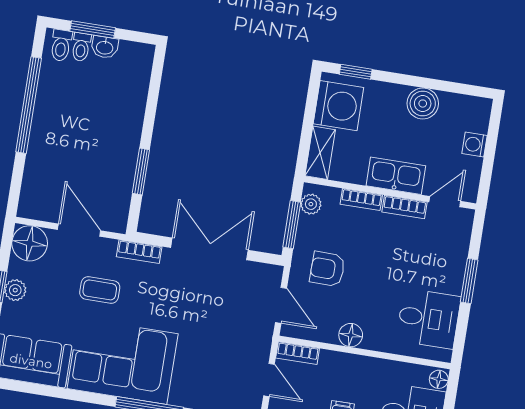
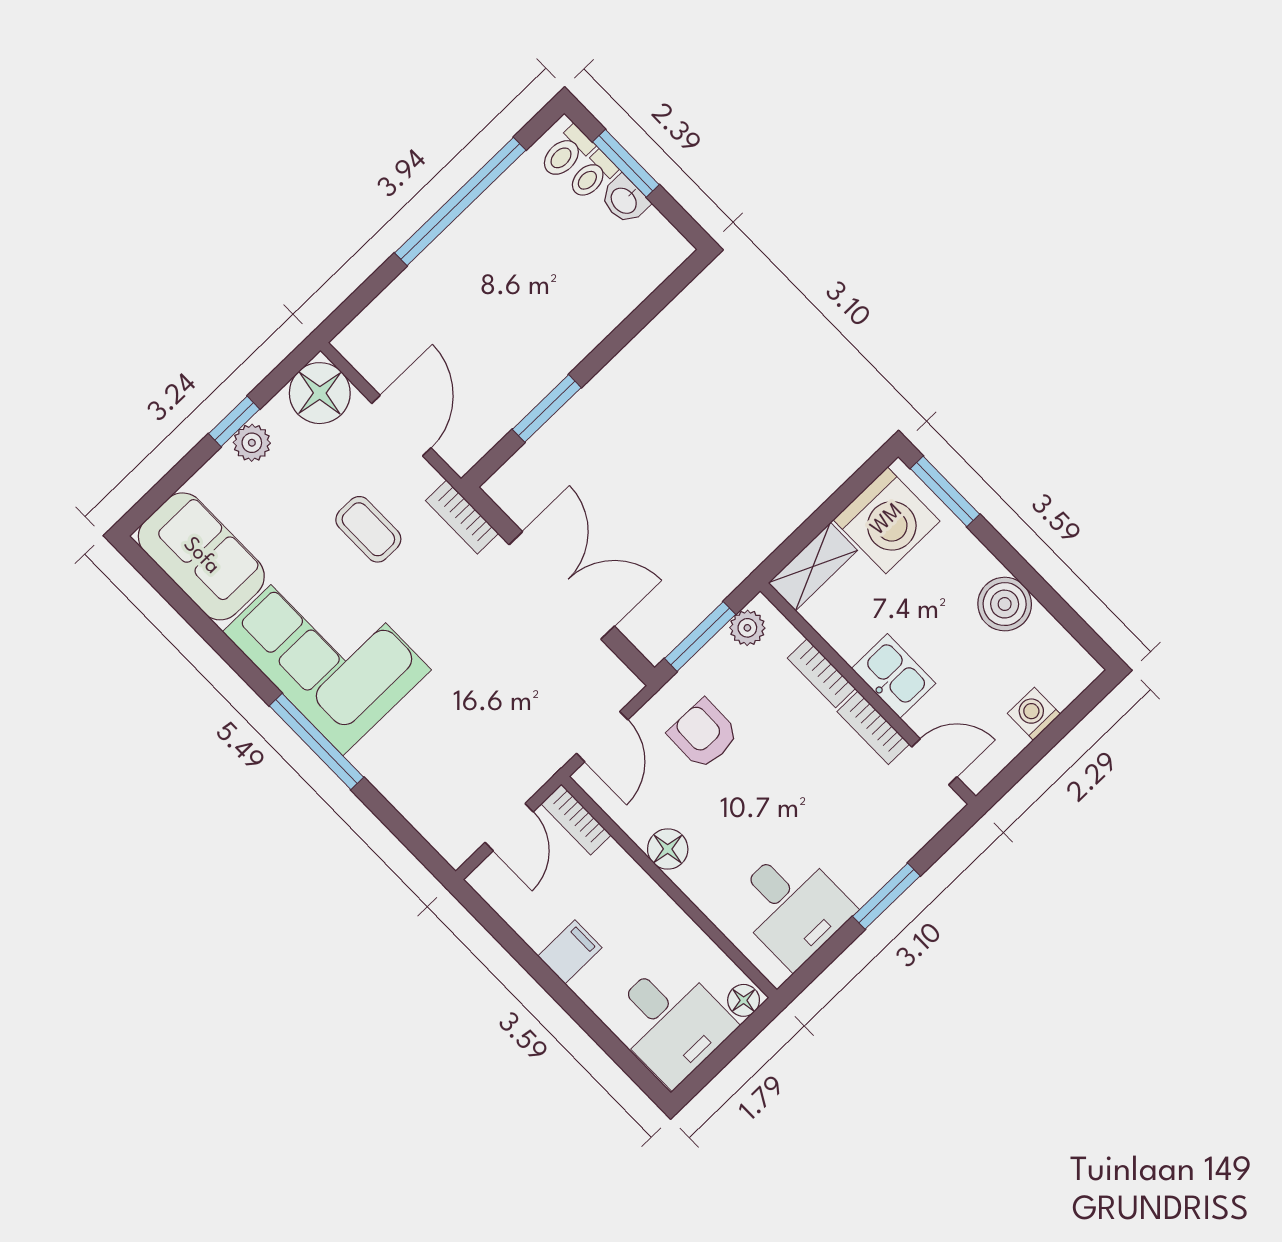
window: (356, 72) -> (945, 491), width x1.50
kitchen sink: (396, 176) -> (894, 676), width x0.73

